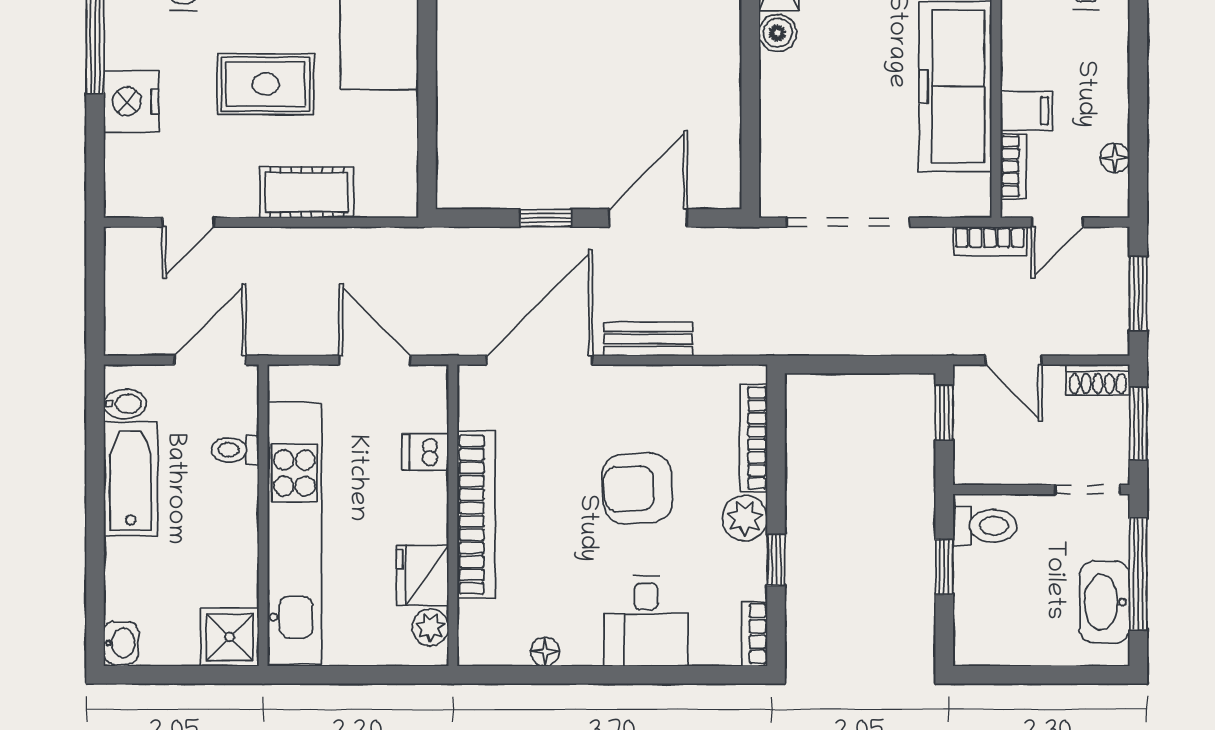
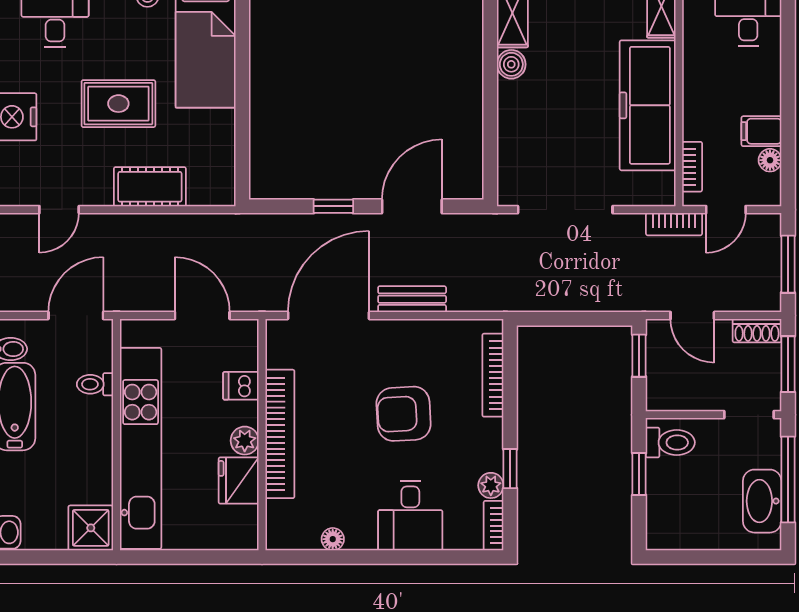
filing cabinet: (1026, 111) -> (761, 131), moved, turned 180
plant: (745, 518) -> (491, 485), moved, width x0.73, depth x0.73
plant: (430, 627) -> (245, 441), moved

